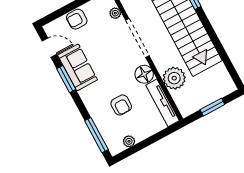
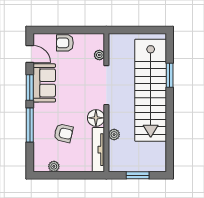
plant: (174, 78) -> (114, 135), width x0.53, depth x0.53
armchair: (121, 105) -> (63, 133), turned -77
window: (96, 135) -> (30, 125), moved

